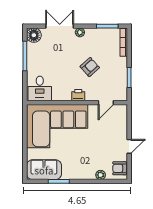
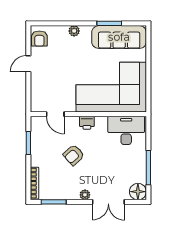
desk: (40, 88) -> (126, 130), width x1.37
door: (106, 103) -> (55, 114), swing flipped
armchair: (120, 168) -> (39, 39), turned 90
sofa: (44, 170) -> (119, 37), width x1.36
plant: (101, 175) -> (74, 31), moved

